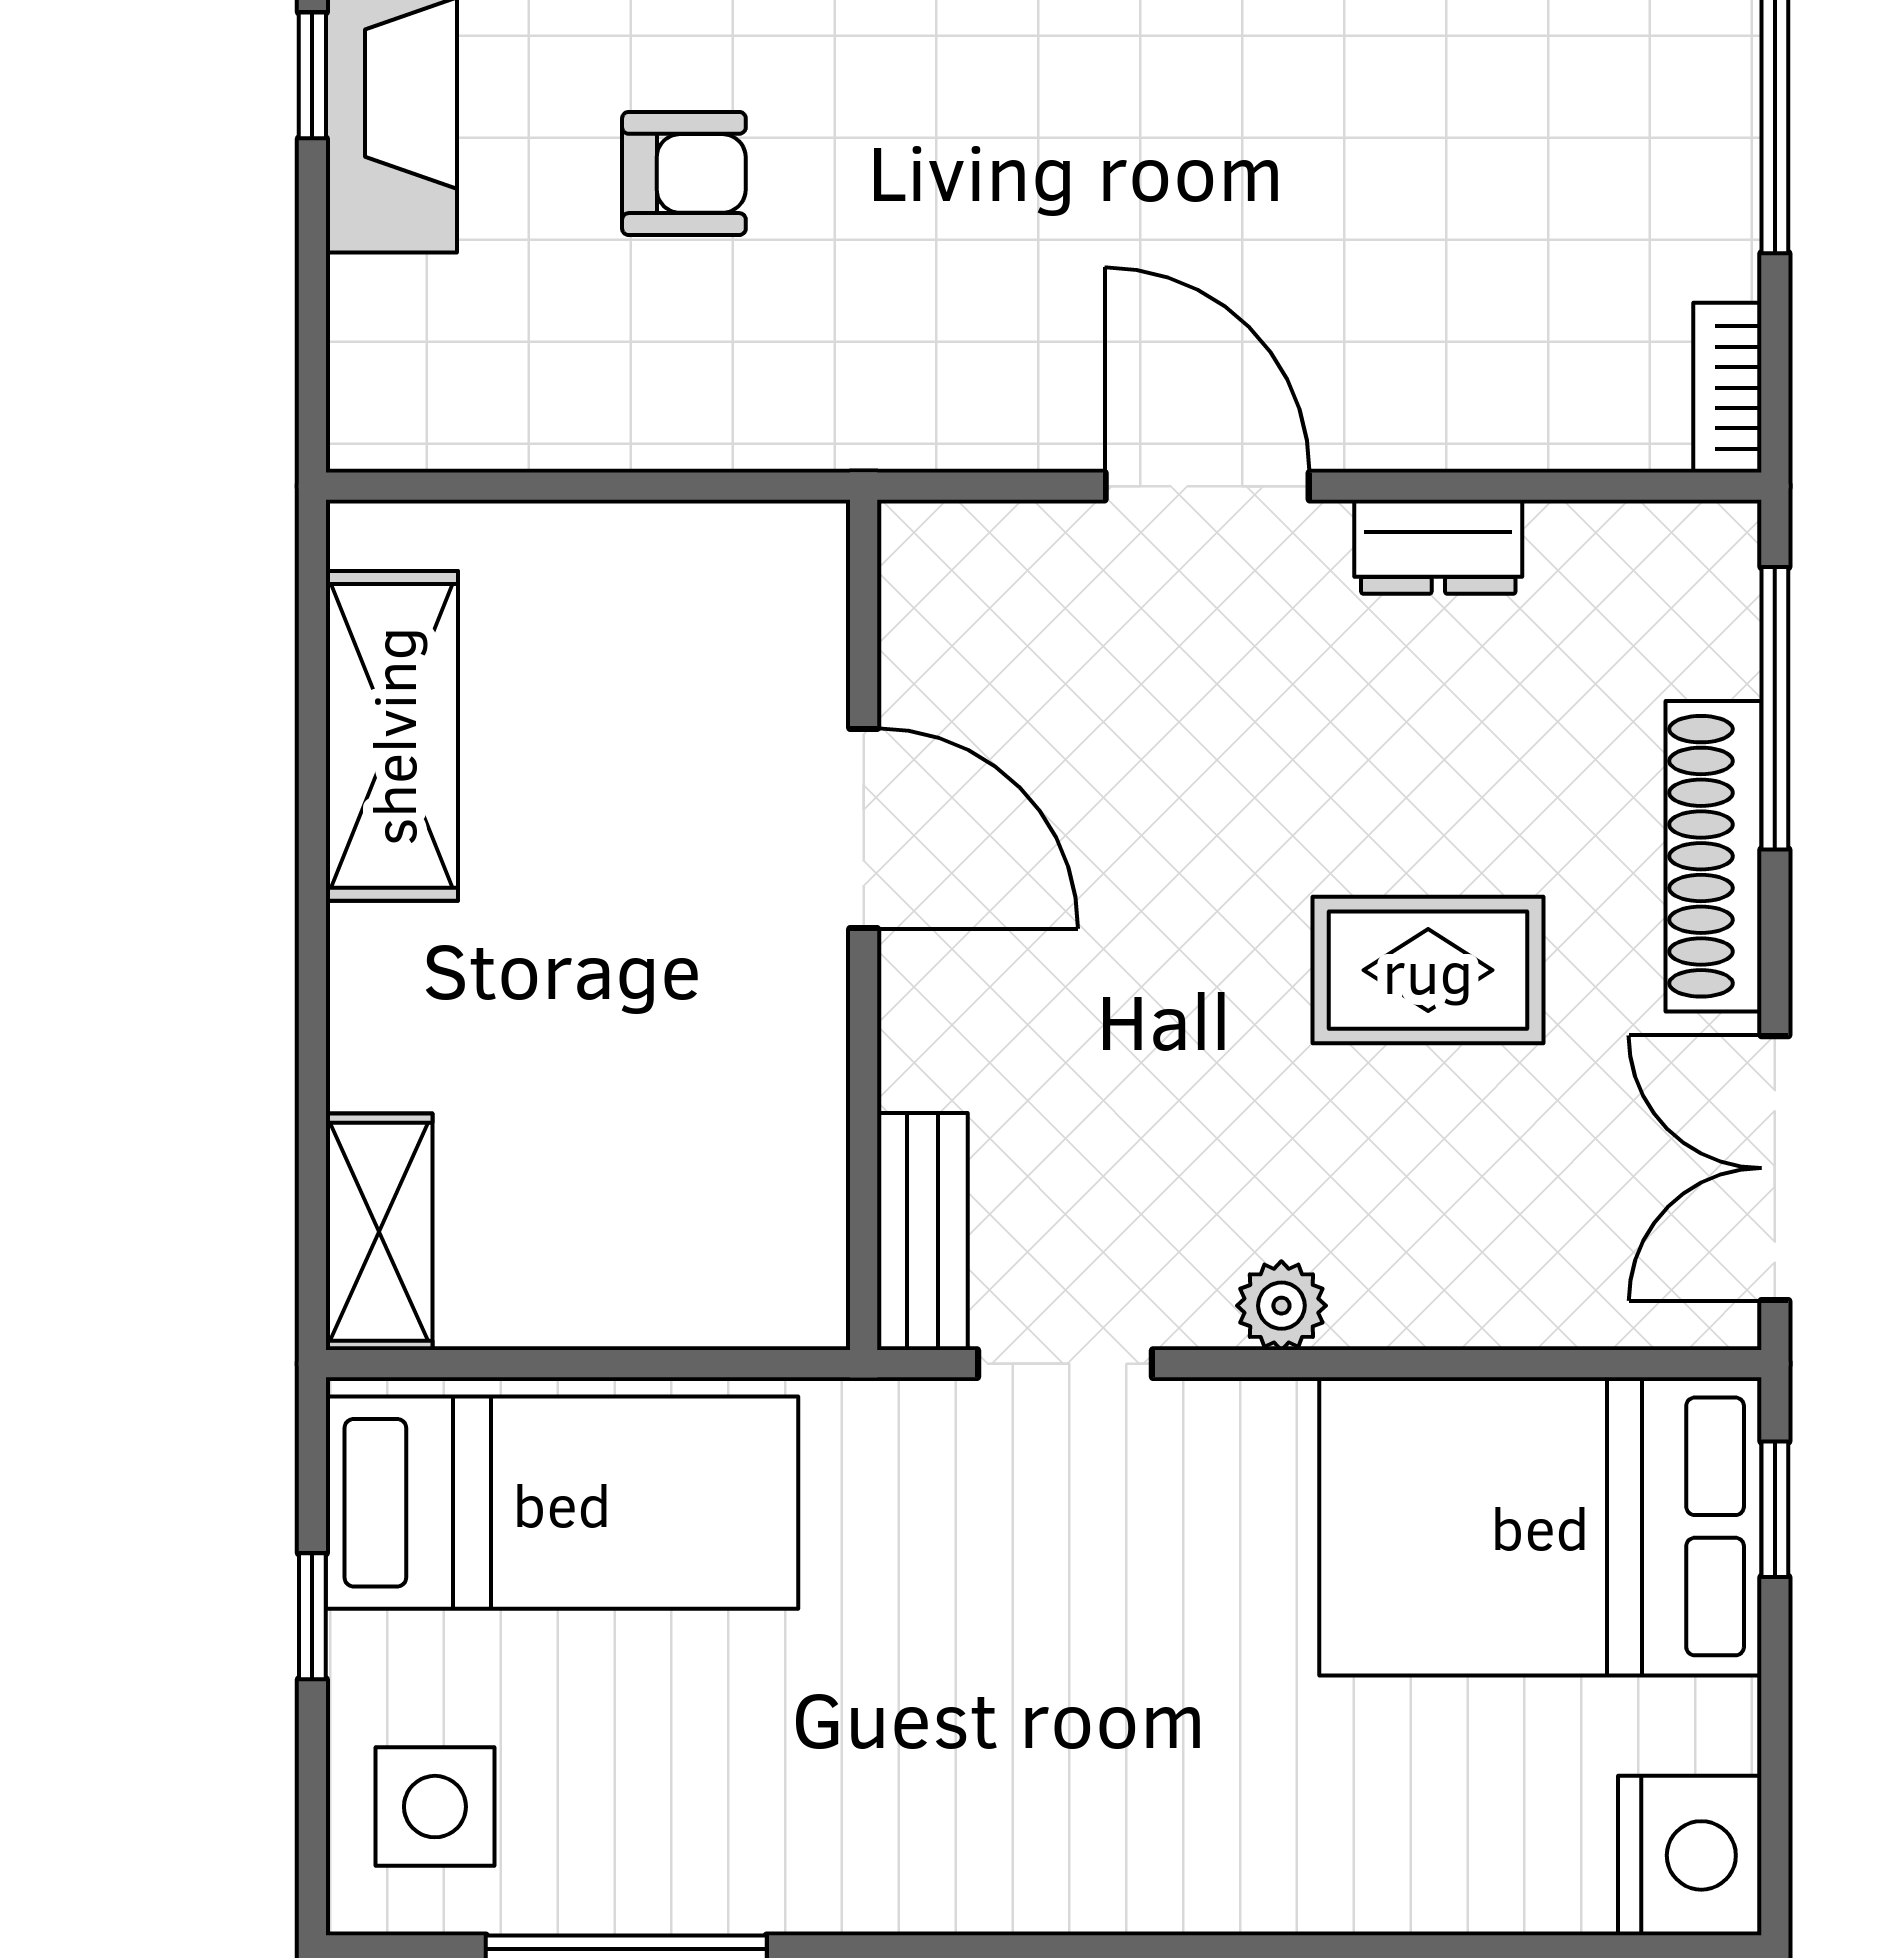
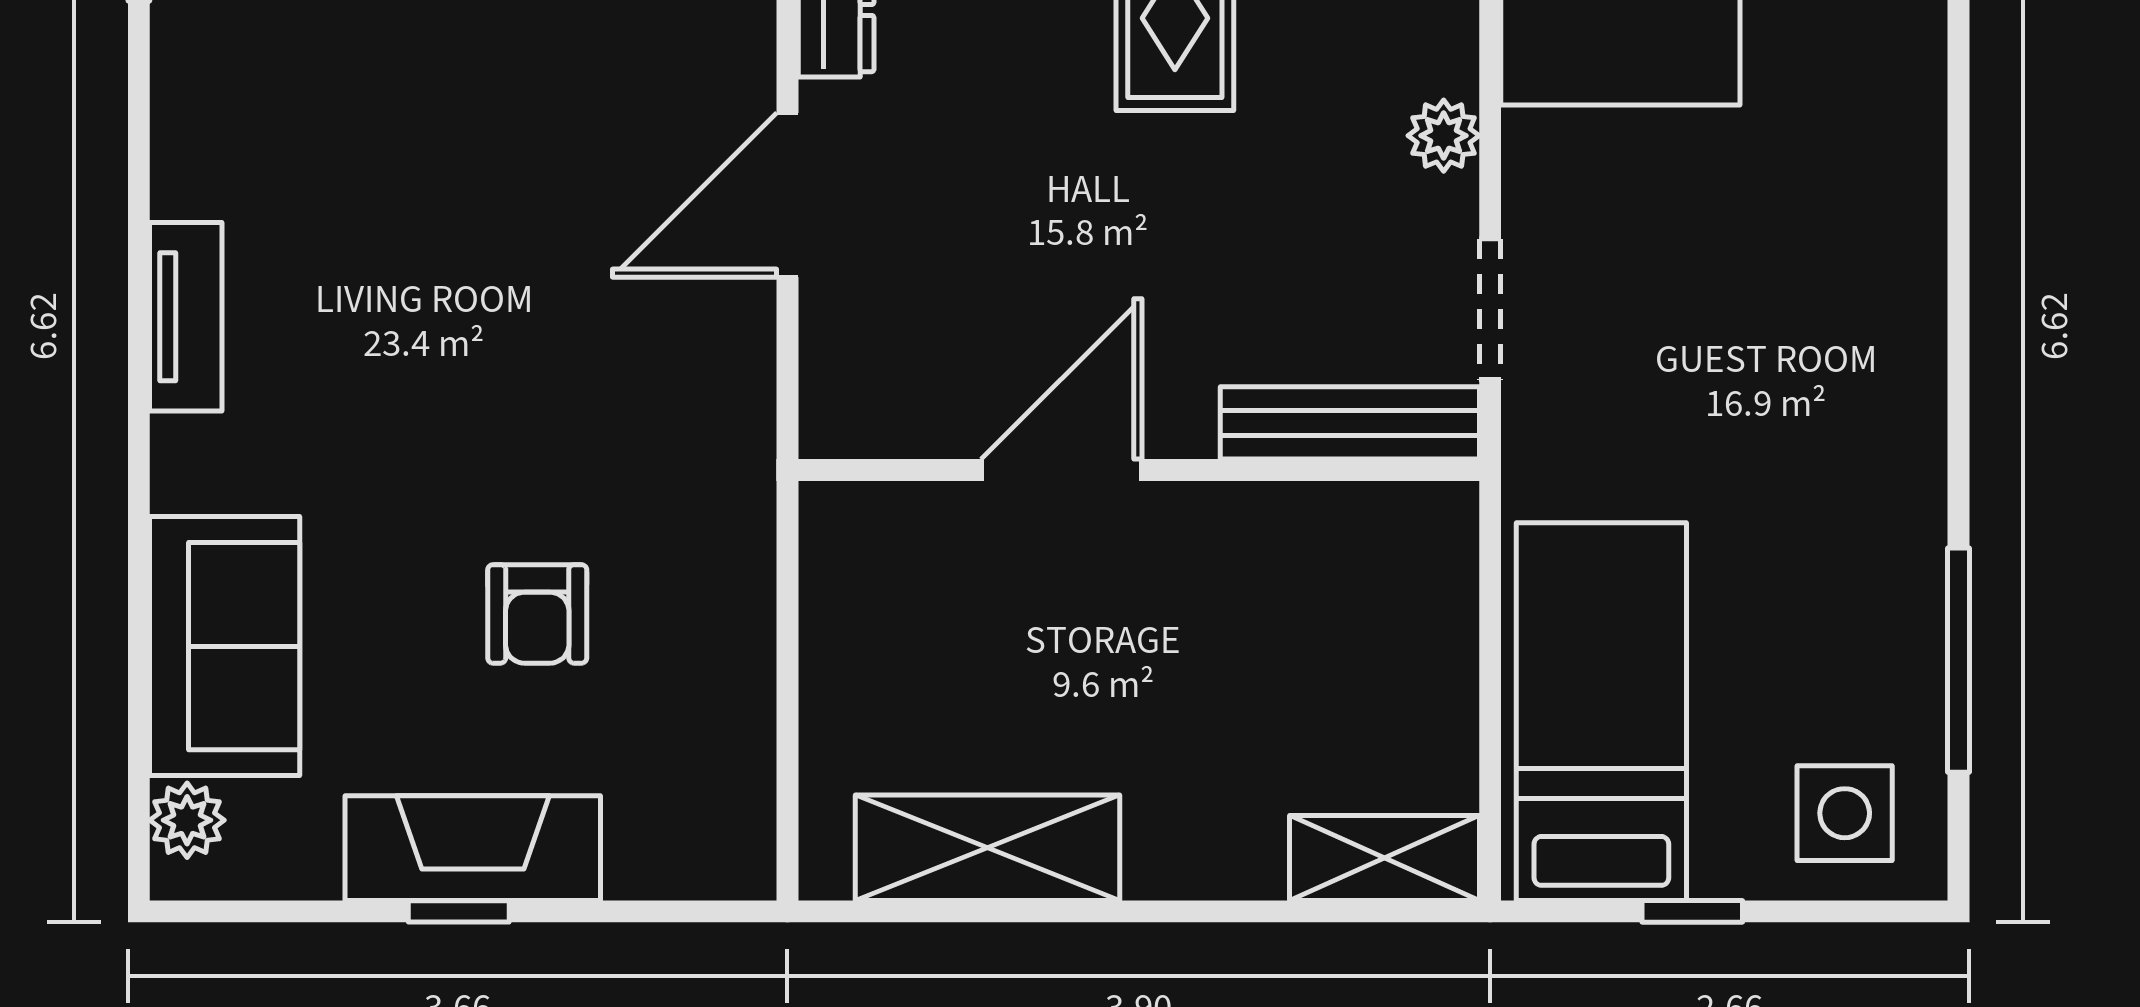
armchair: (684, 173) -> (537, 614), turned 180
bench: (922, 1232) -> (1350, 423), width x1.36

